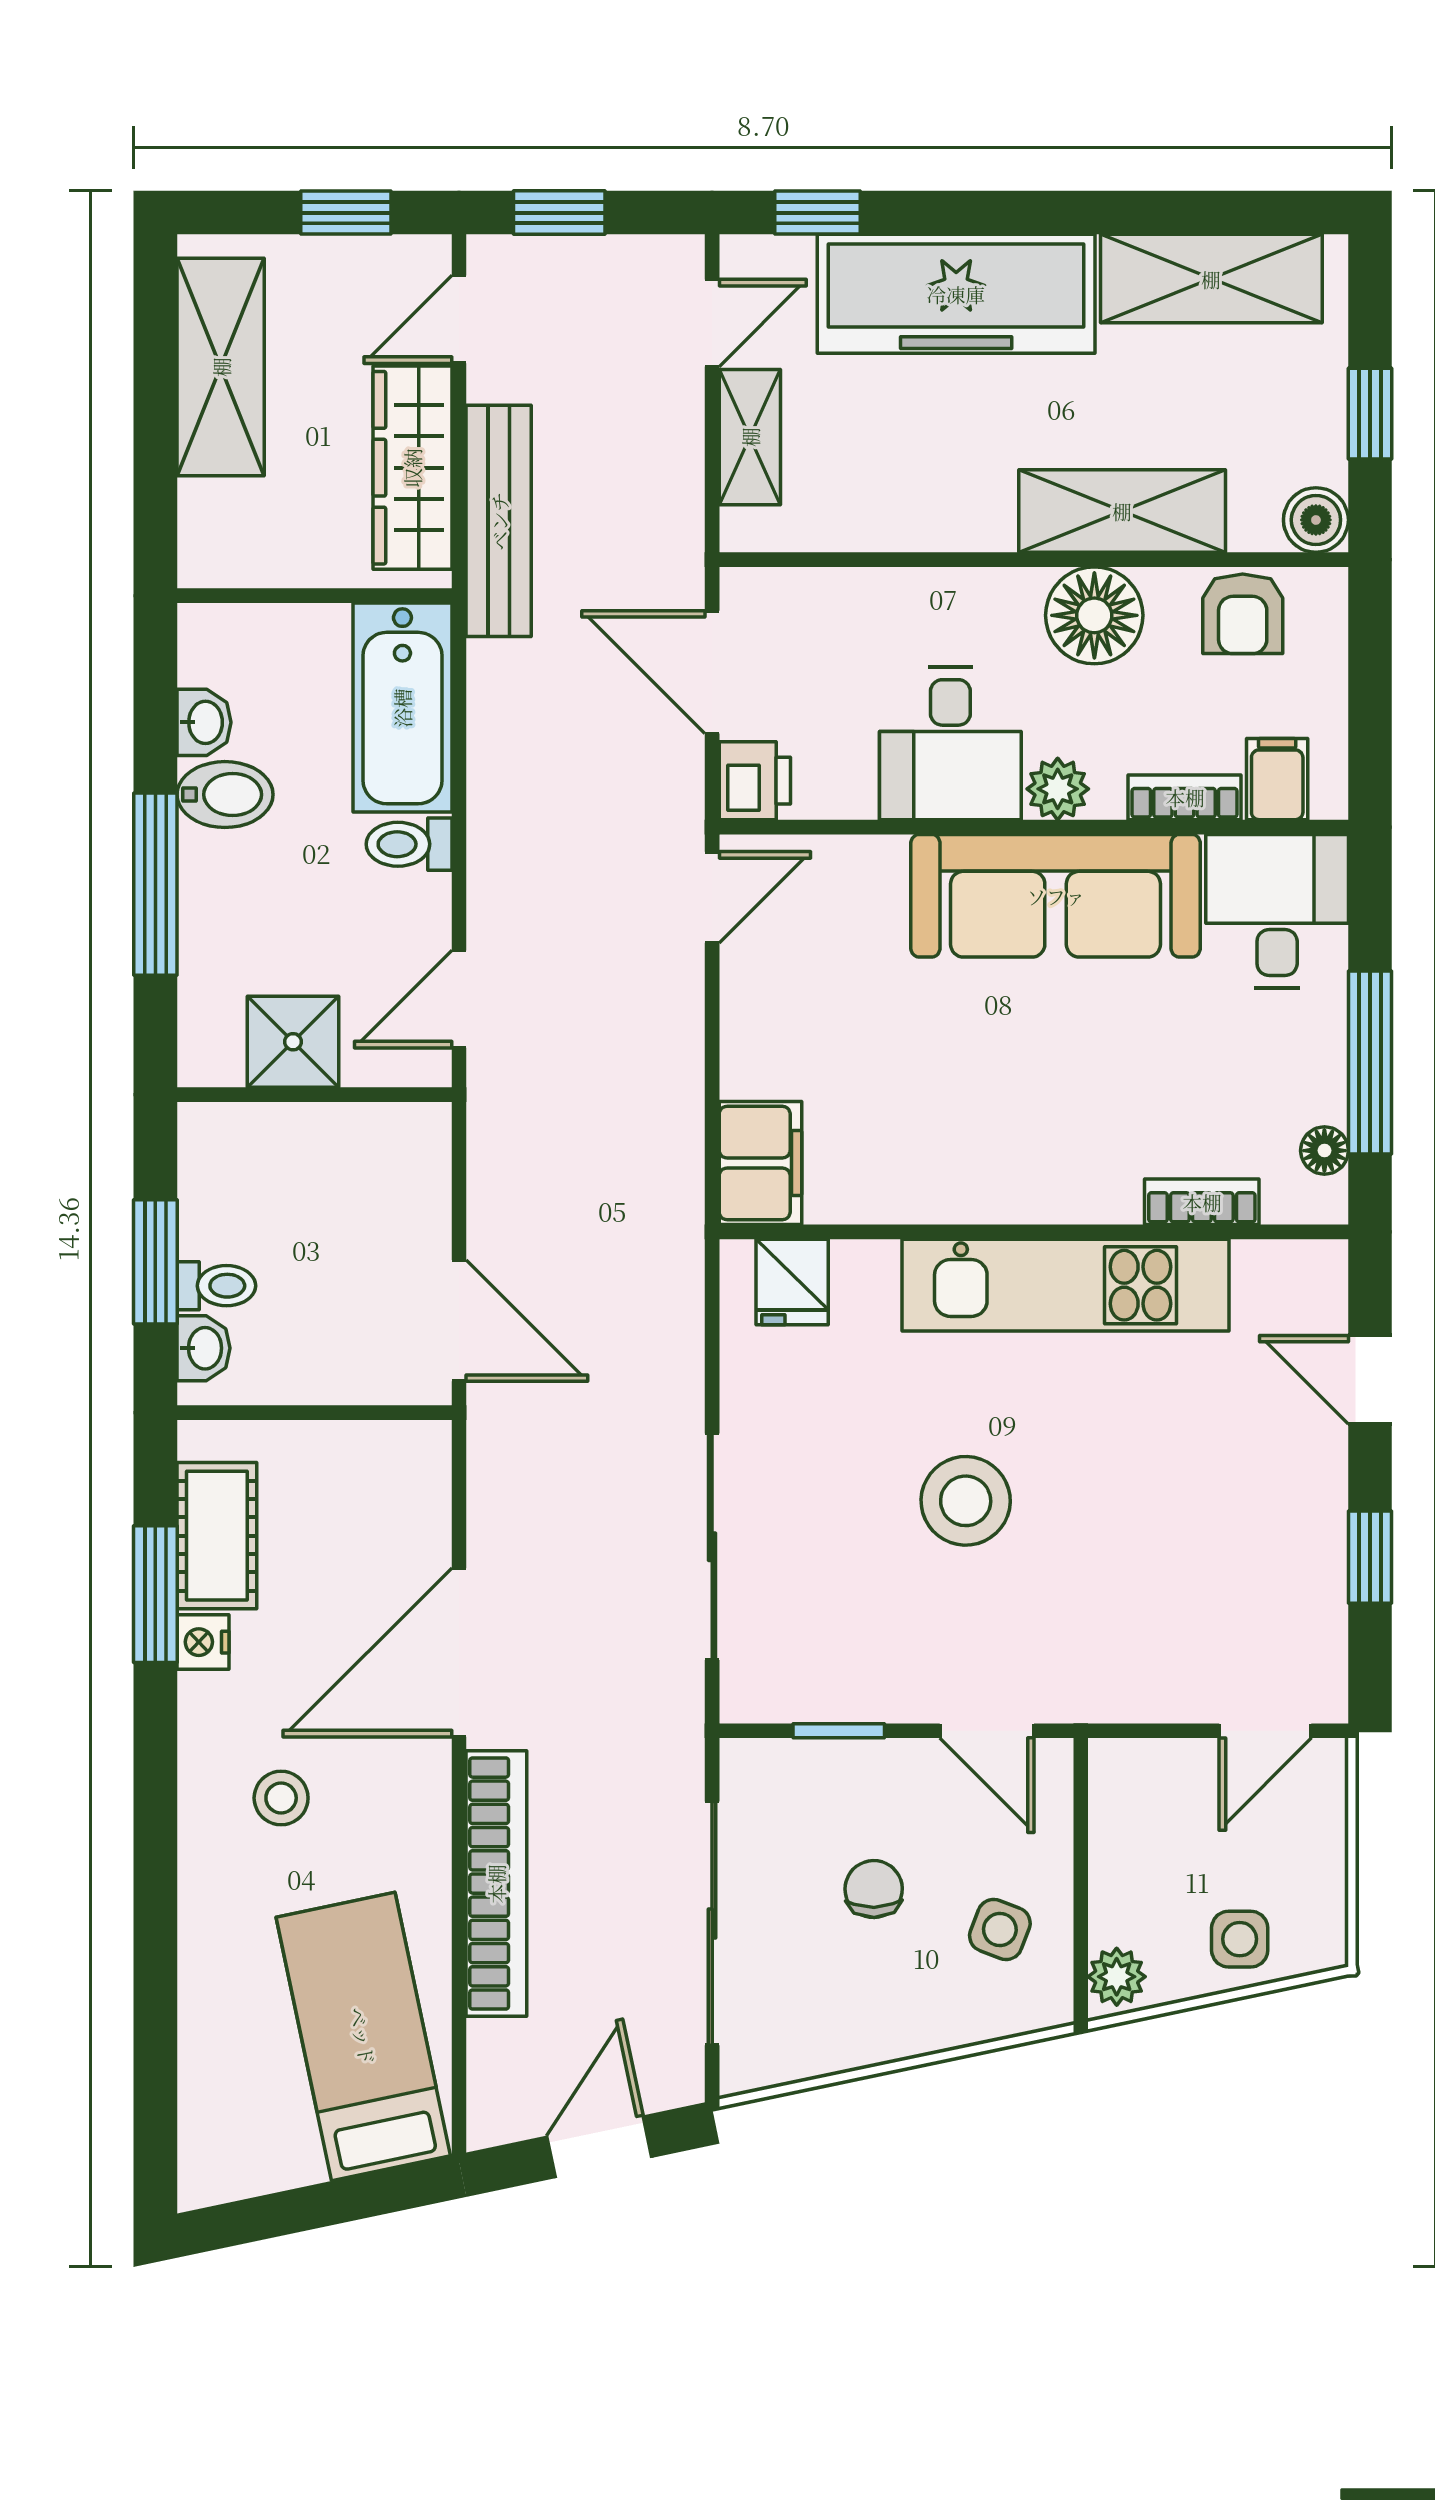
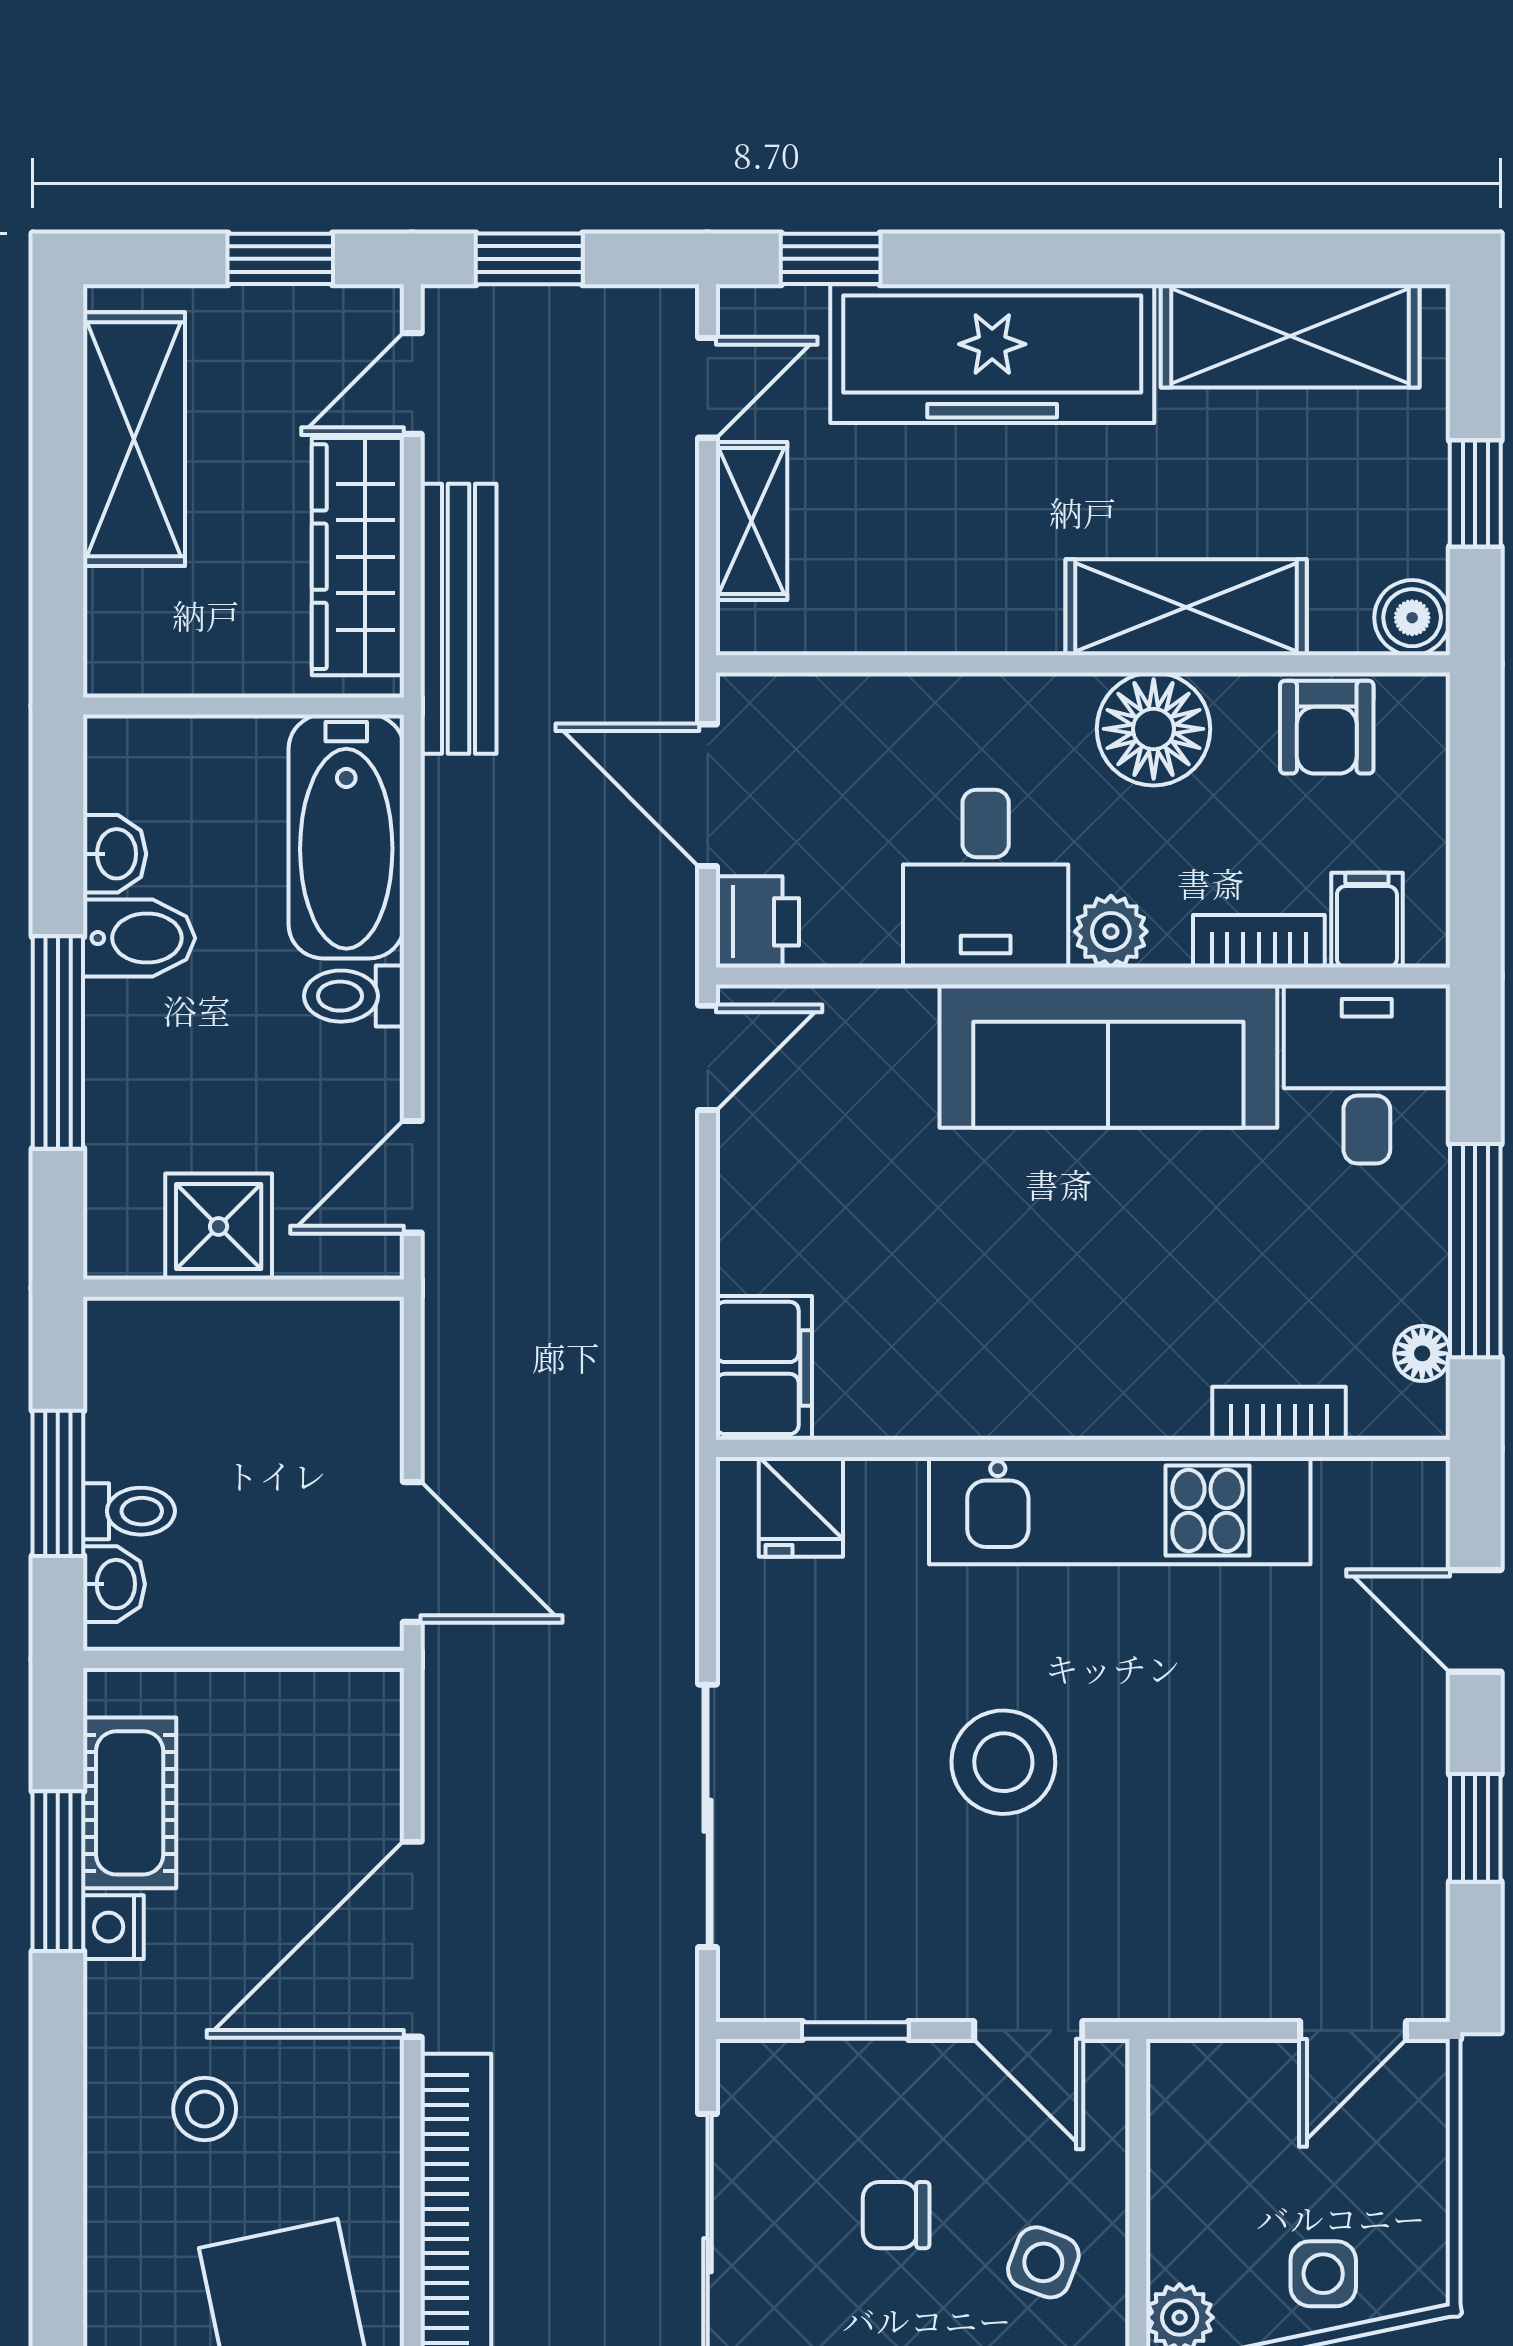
chair: (874, 1889) -> (896, 2215), turned -89

